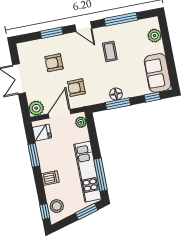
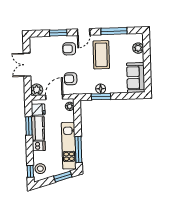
door: (83, 27) -> (84, 32), hinge flipped
coffee table: (110, 51) -> (101, 55), width x1.86, depth x1.72
armchair: (54, 63) -> (69, 49), moved
window: (152, 97) -> (129, 96), removed
kitchen counter: (46, 156) -> (38, 128), added

